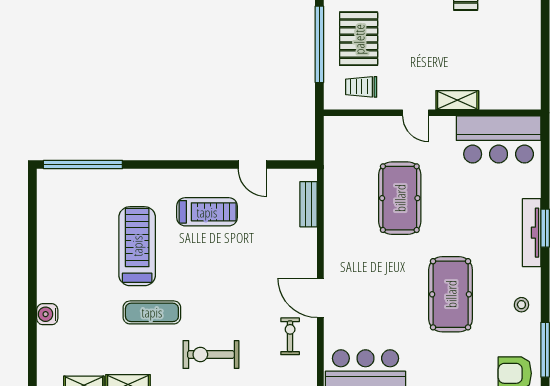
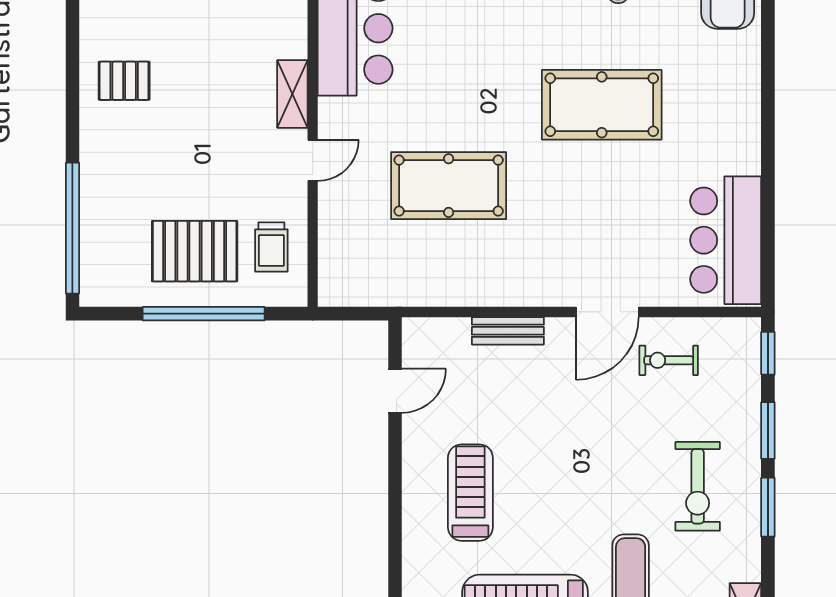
door: (252, 164) -> (395, 391), moved
bench: (309, 204) -> (508, 331), moved

